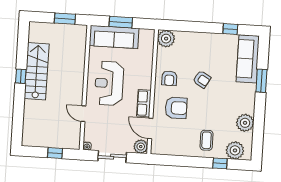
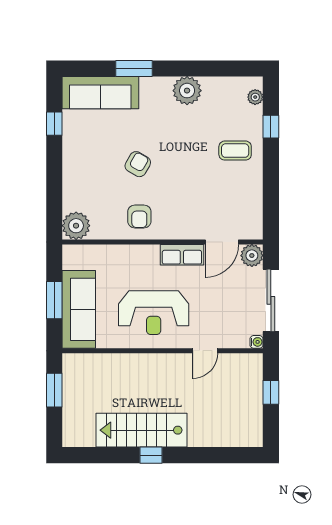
armchair: (169, 78) -> (139, 216), turned 90
armchair: (176, 108) -> (186, 203), removed
plant: (245, 123) -> (187, 91), moved
plant: (235, 150) -> (255, 97), width x0.53, depth x0.53
sliding door: (112, 157) -> (271, 300), width x1.37

